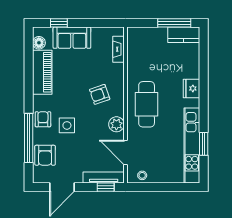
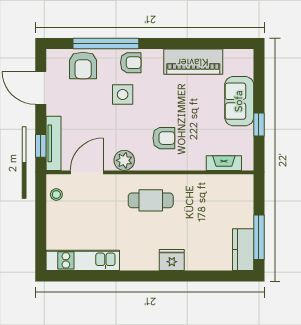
window: (59, 23) -> (259, 124), moved
floor lamp: (39, 43) -> (232, 57), removed
armchair: (100, 94) -> (164, 138), turned 109
cafe table: (147, 104) -> (151, 200), width x0.73, depth x0.74
window: (204, 144) -> (98, 276), removed
kitchen unit: (192, 146) -> (83, 260), width x0.73
armchair: (45, 155) -> (83, 65), turned -90

